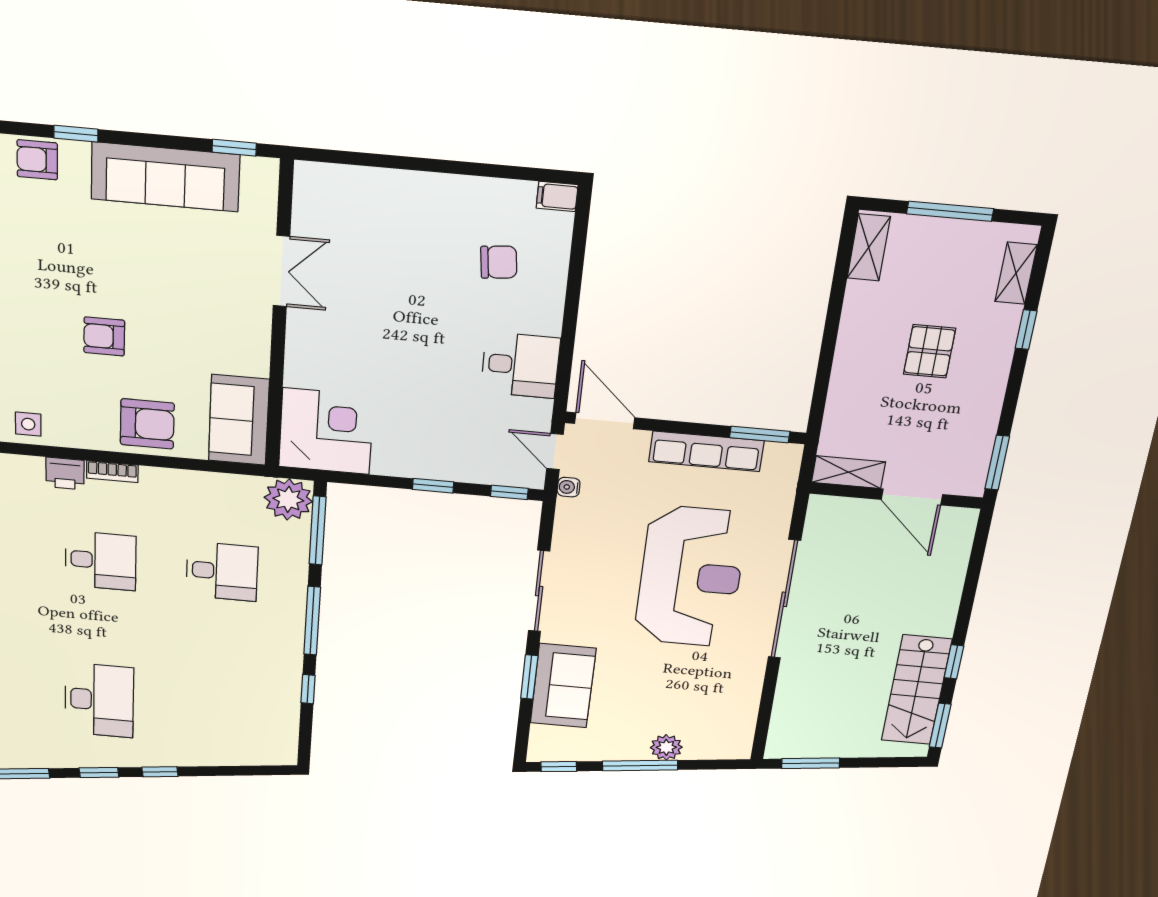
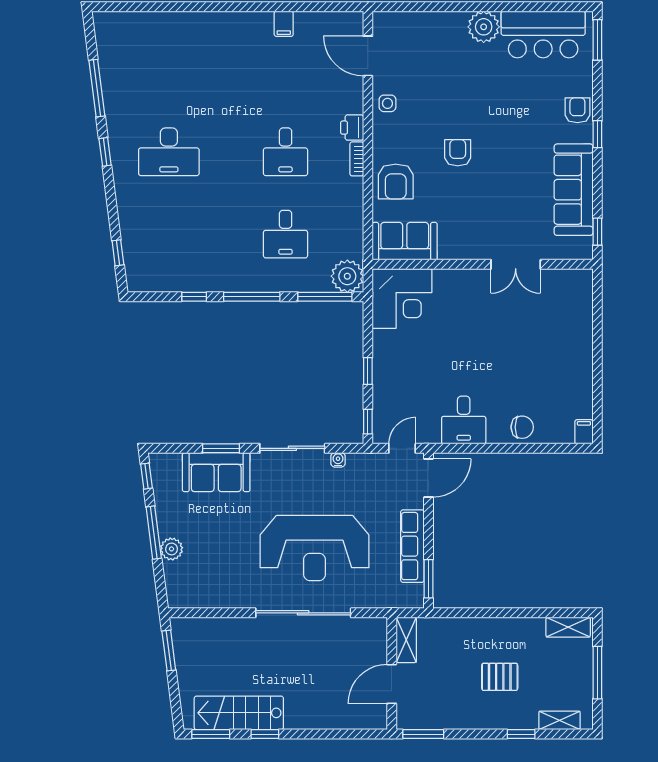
chair: (499, 262) -> (522, 427), moved, turned -84
water cooler: (569, 487) -> (338, 460), moved
window: (160, 772) -> (118, 253), moved

